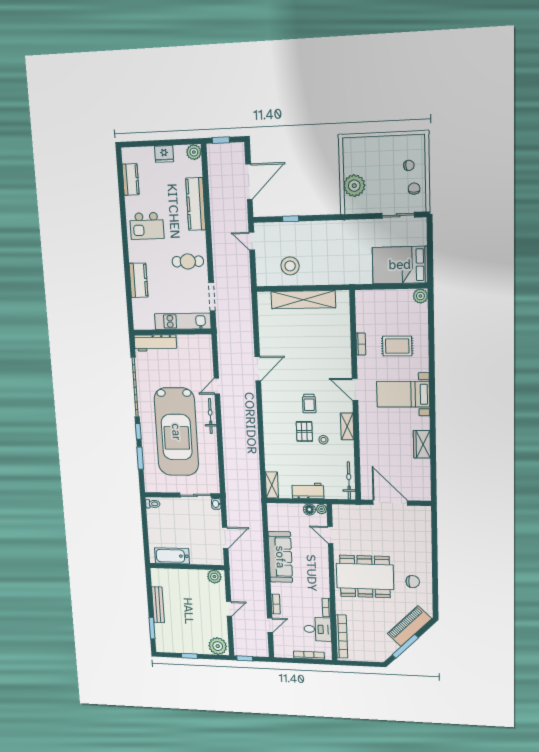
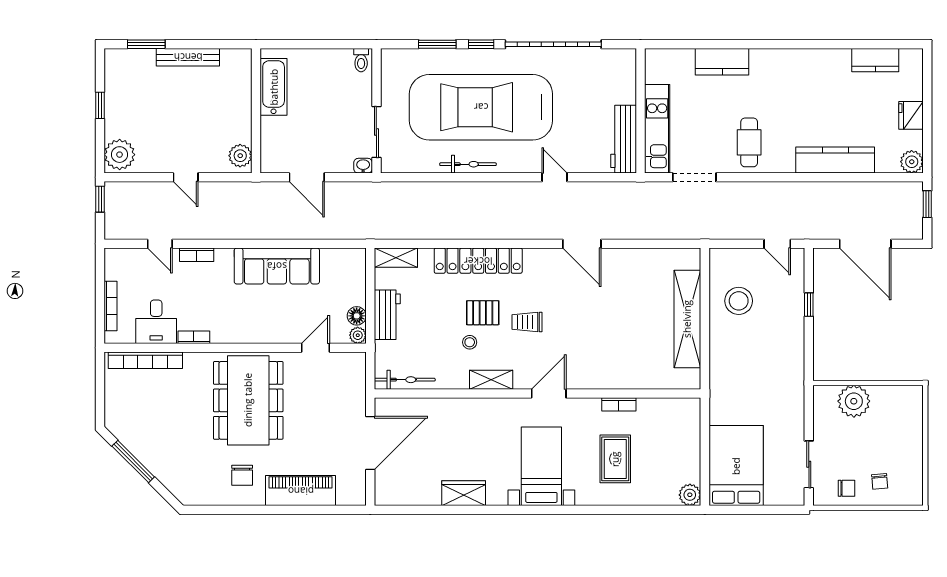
kitchen island: (147, 226) -> (805, 81), removed
door: (252, 241) -> (777, 244), swing flipped
workbench: (155, 343) -> (624, 139), moved
bicycle: (210, 416) -> (468, 164), moved
locker: (271, 434) -> (478, 261), added
piano: (409, 626) -> (301, 491), moved, turned -45

